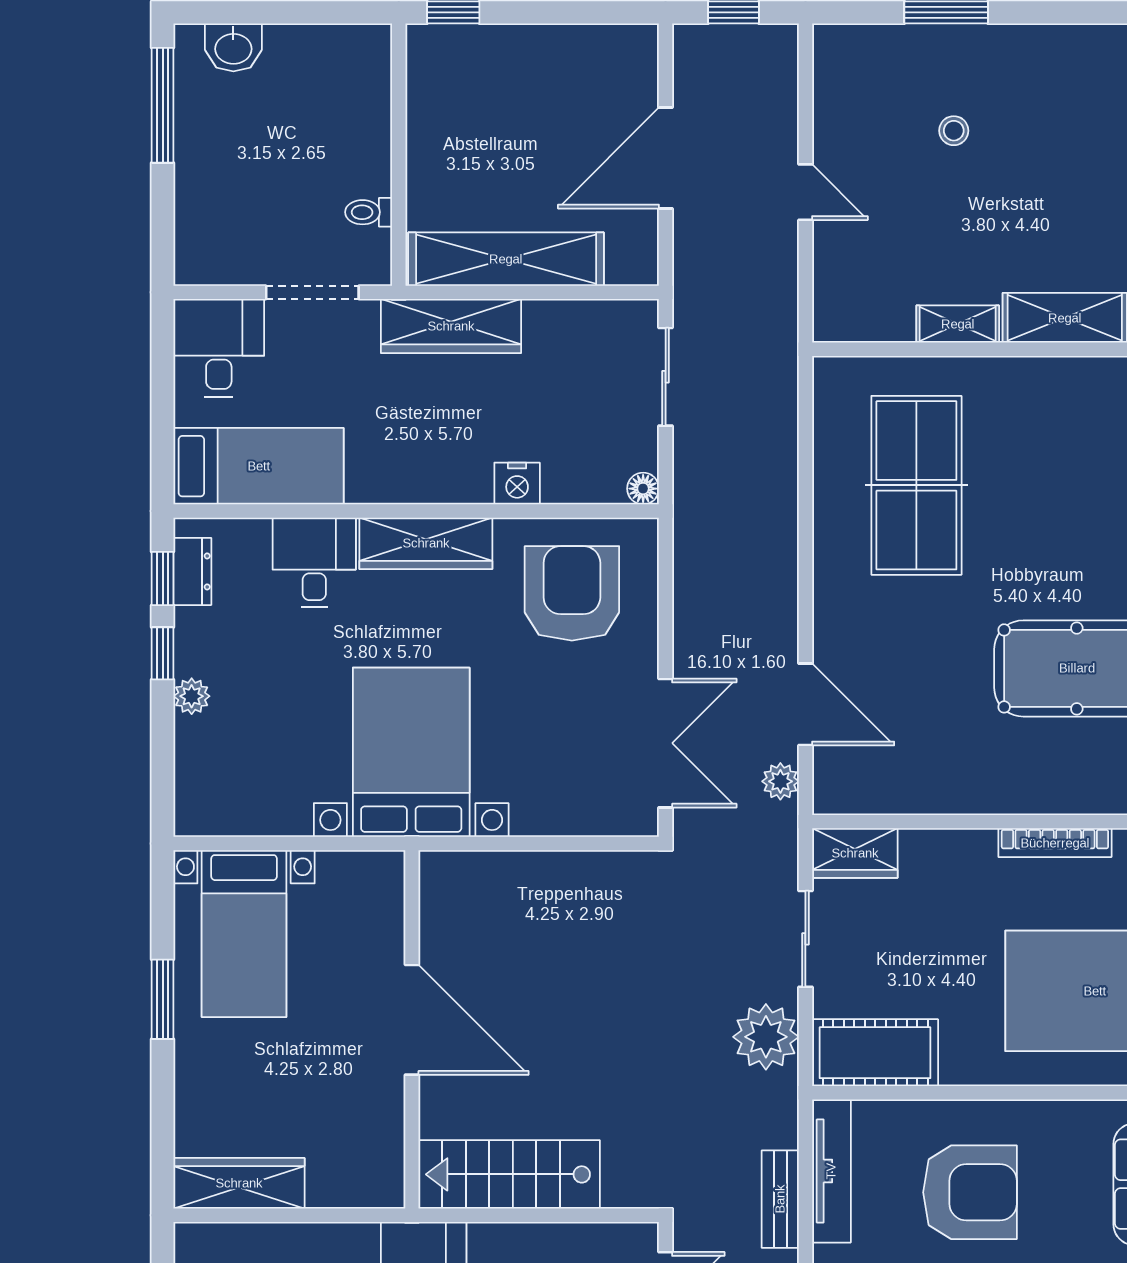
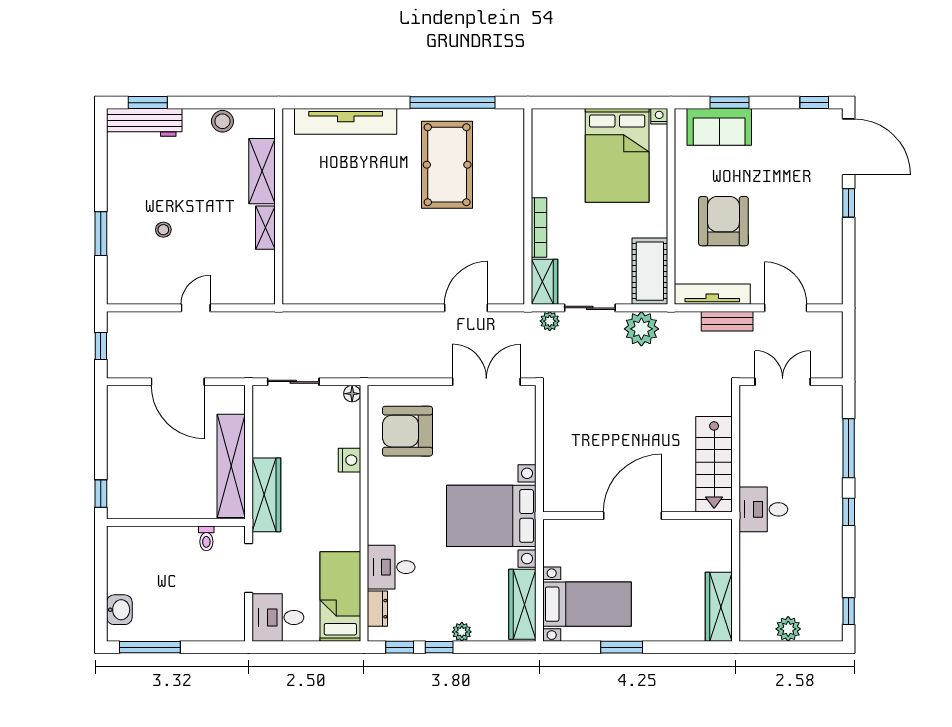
table tennis table: (916, 485) -> (350, 249), removed
wardrobe: (426, 543) -> (522, 604), moved, turned 180
dresser: (192, 571) -> (377, 609), moved, turned 90
plant: (780, 781) -> (550, 321), moved
bookcase: (1055, 843) -> (539, 228), moved

